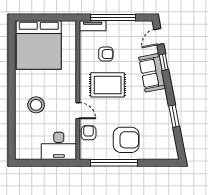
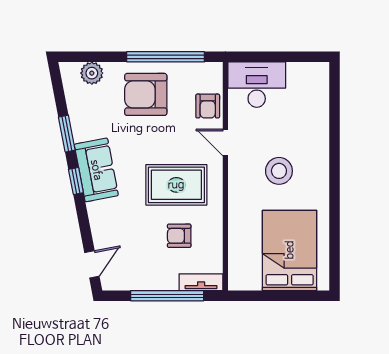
bed: (39, 45) -> (290, 250), width x0.73
window: (164, 62) -> (76, 181), moved
sofa: (152, 73) -> (96, 170), moved
stool: (36, 105) -> (279, 171), moved
plant: (159, 153) -> (92, 73), added

